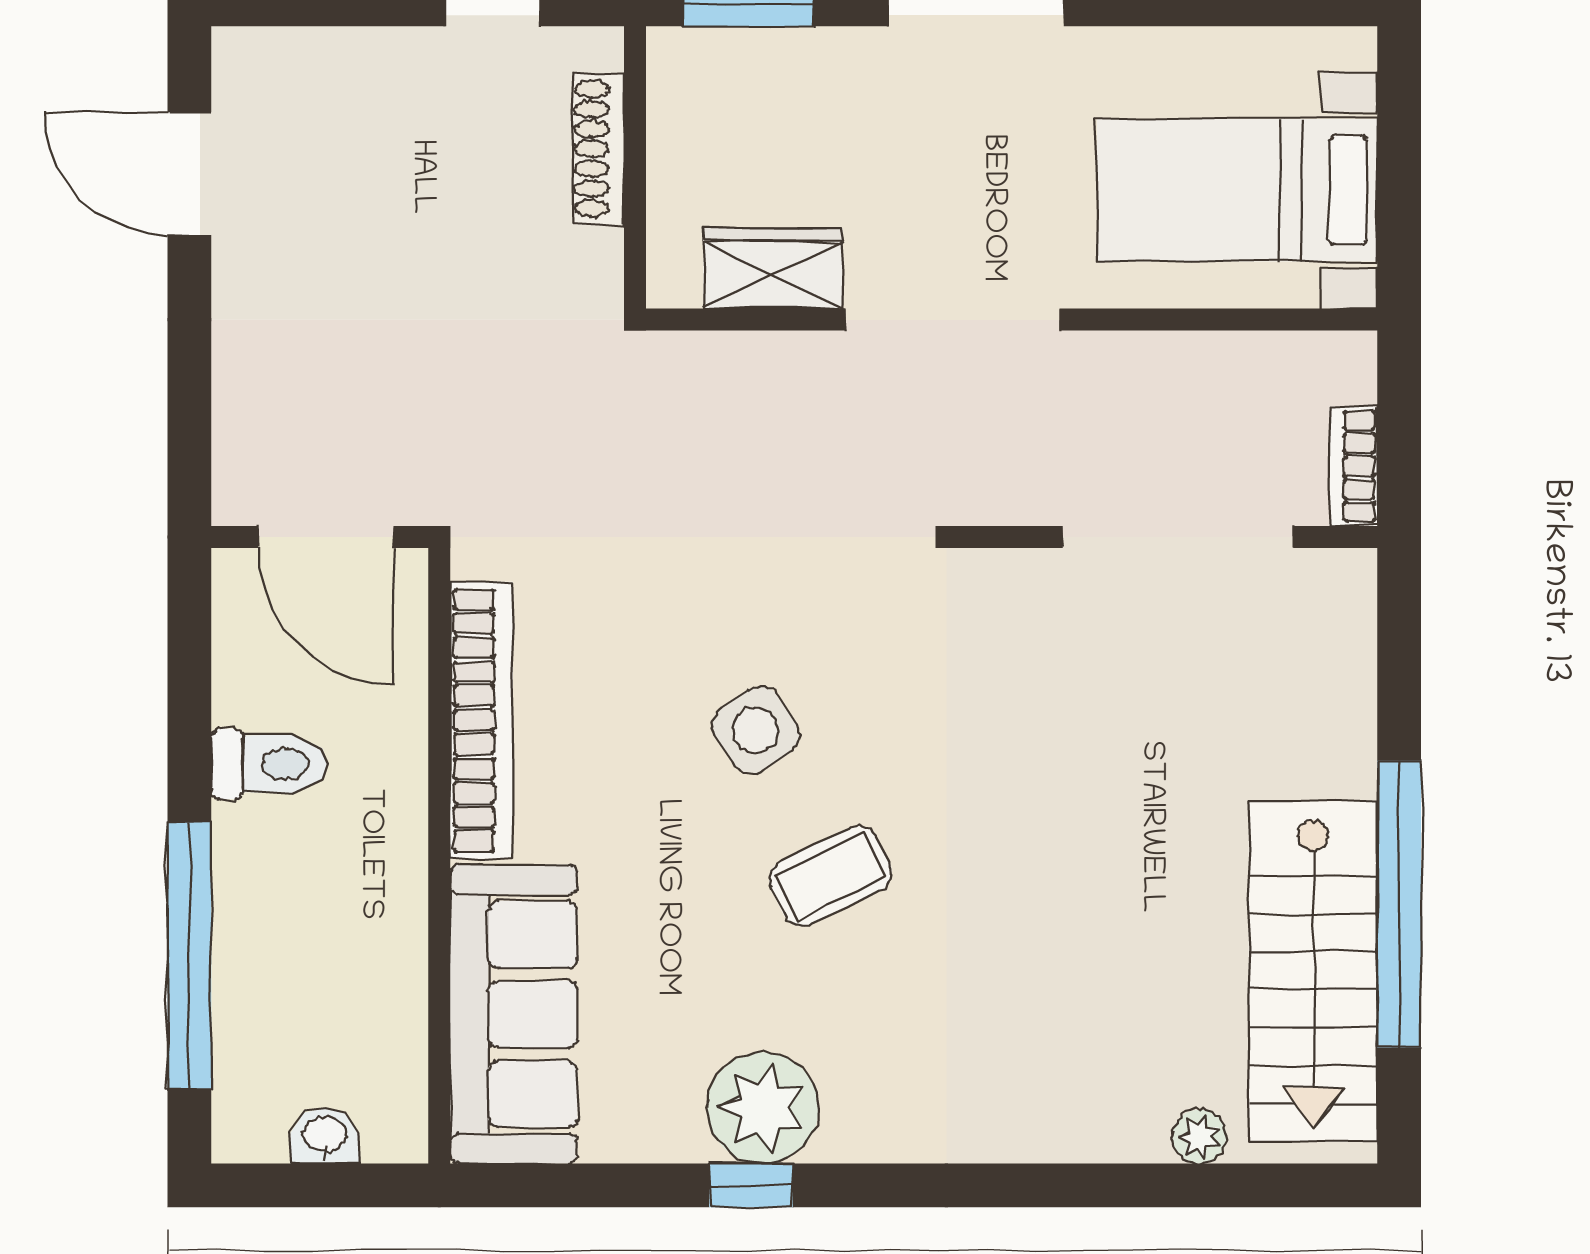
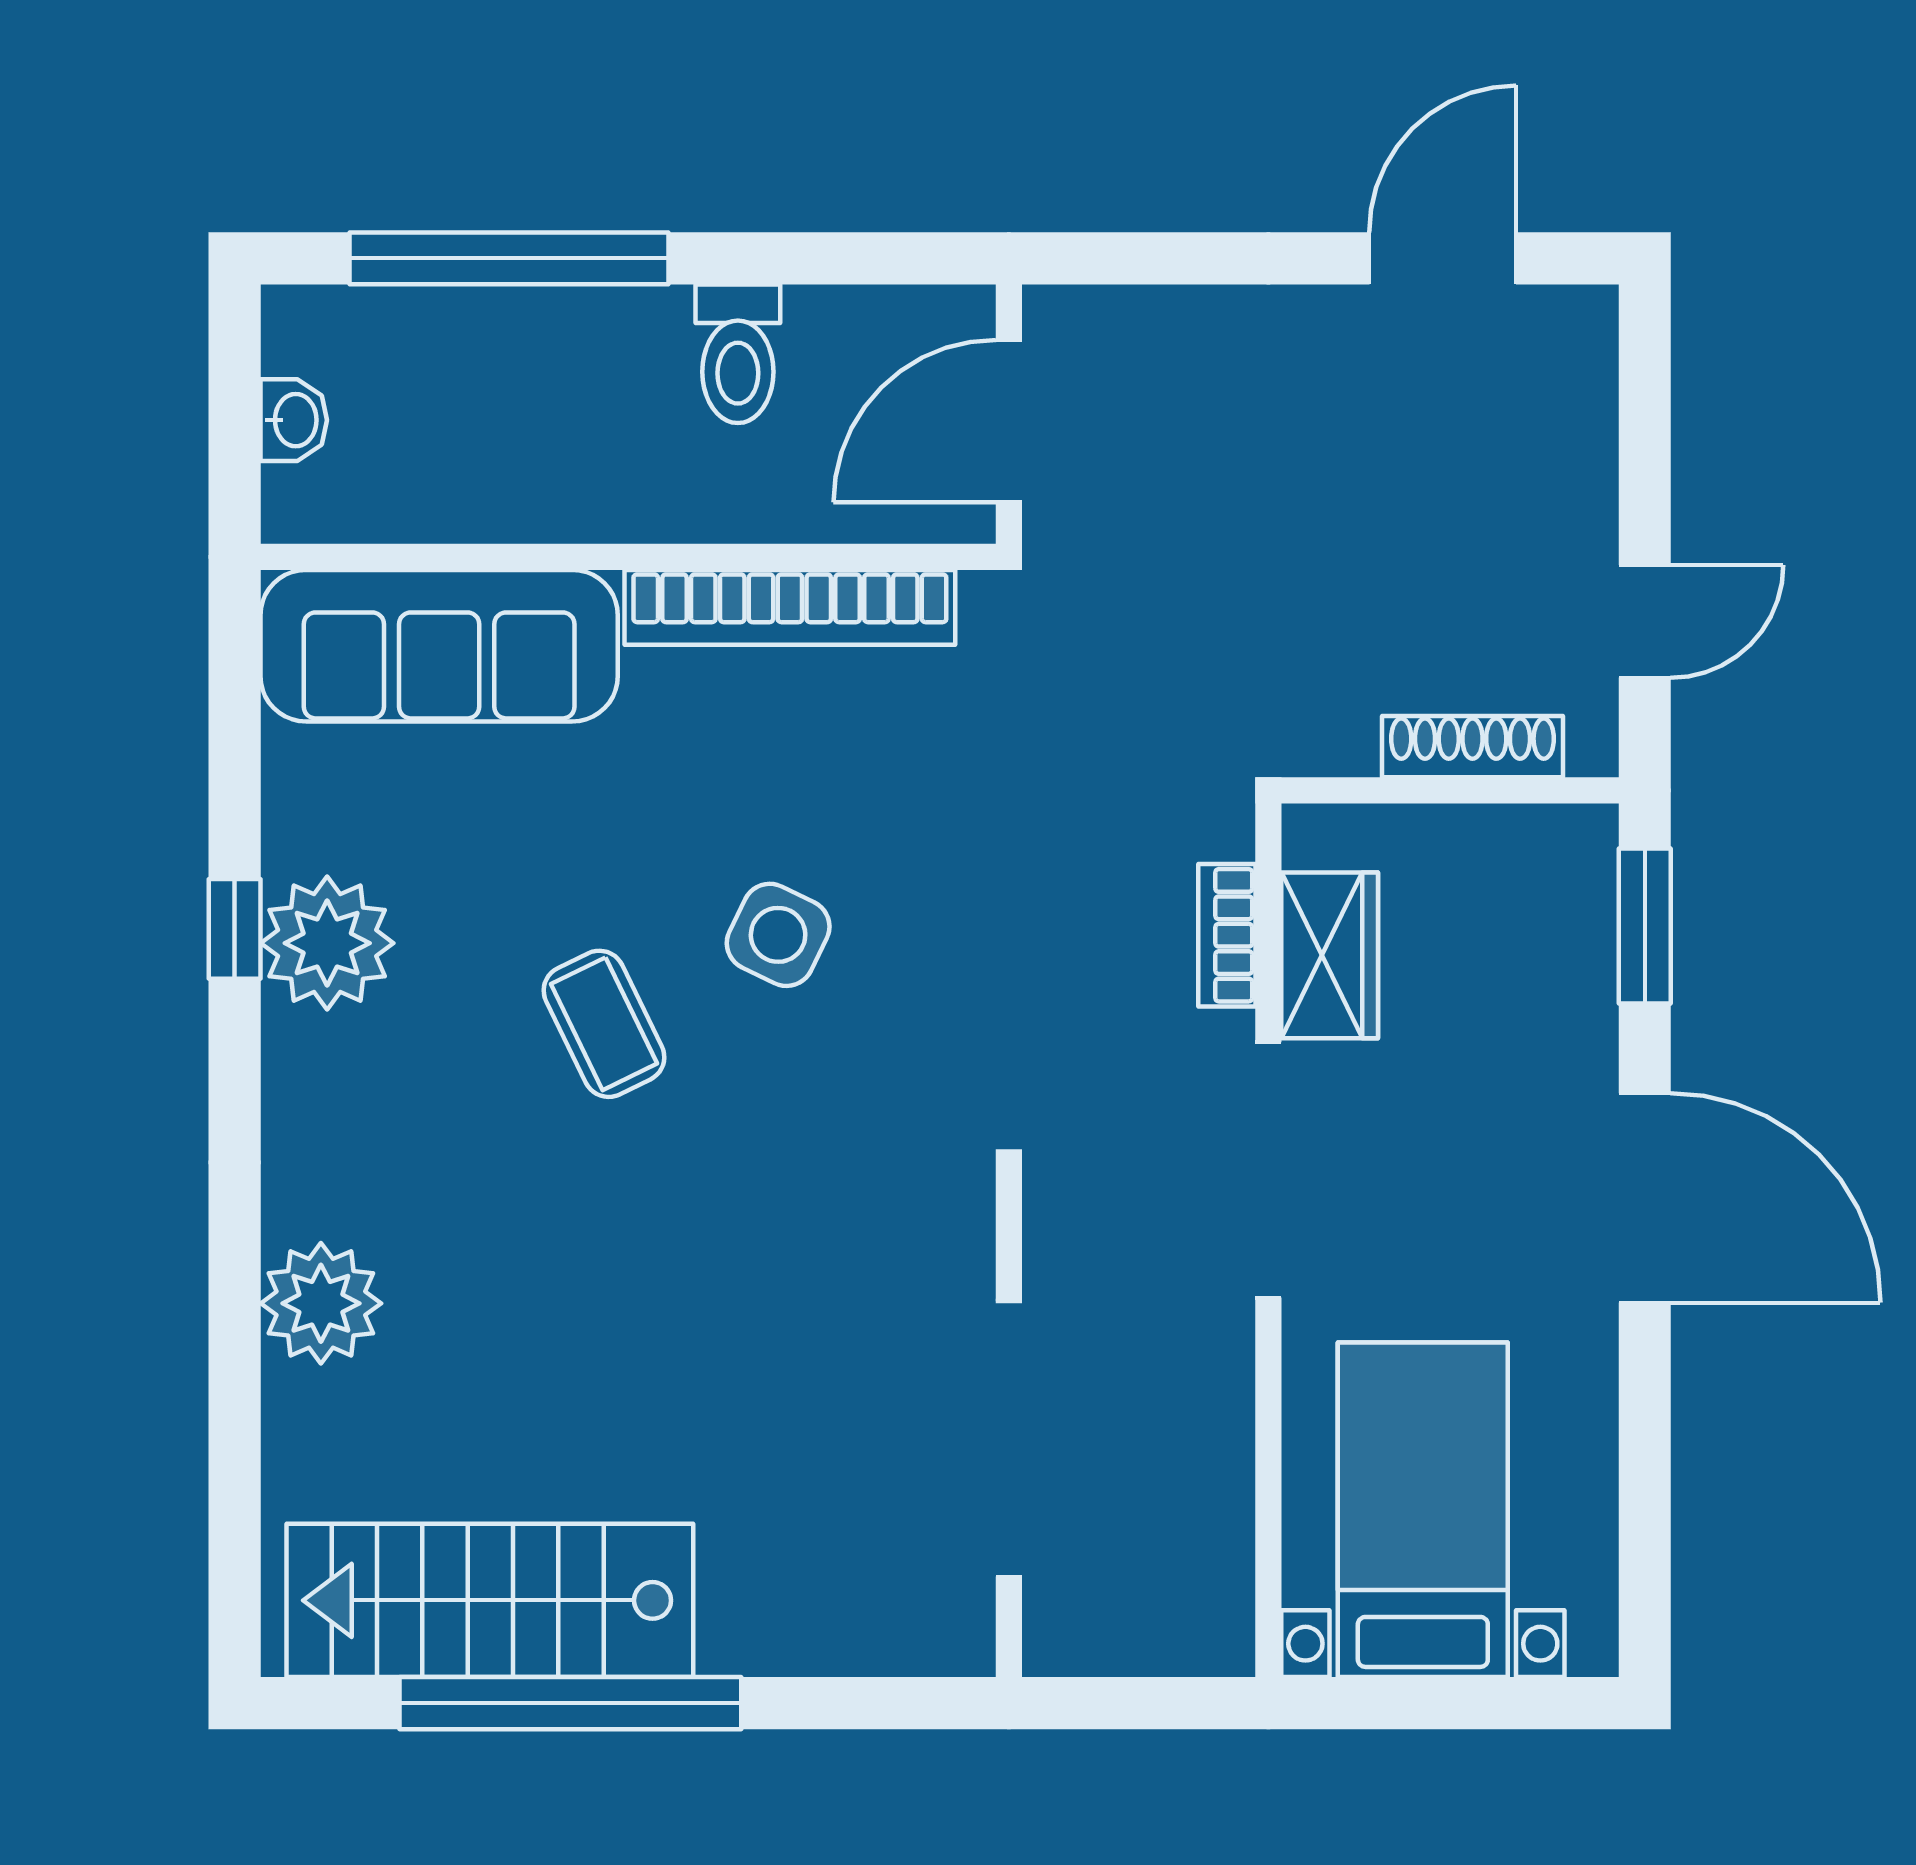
bookcase: (1354, 466) -> (1227, 935), moved, turned -90
side table: (756, 730) -> (778, 935), turned -30
plant: (1199, 1137) -> (321, 1303), moved, width x1.88, depth x1.88

